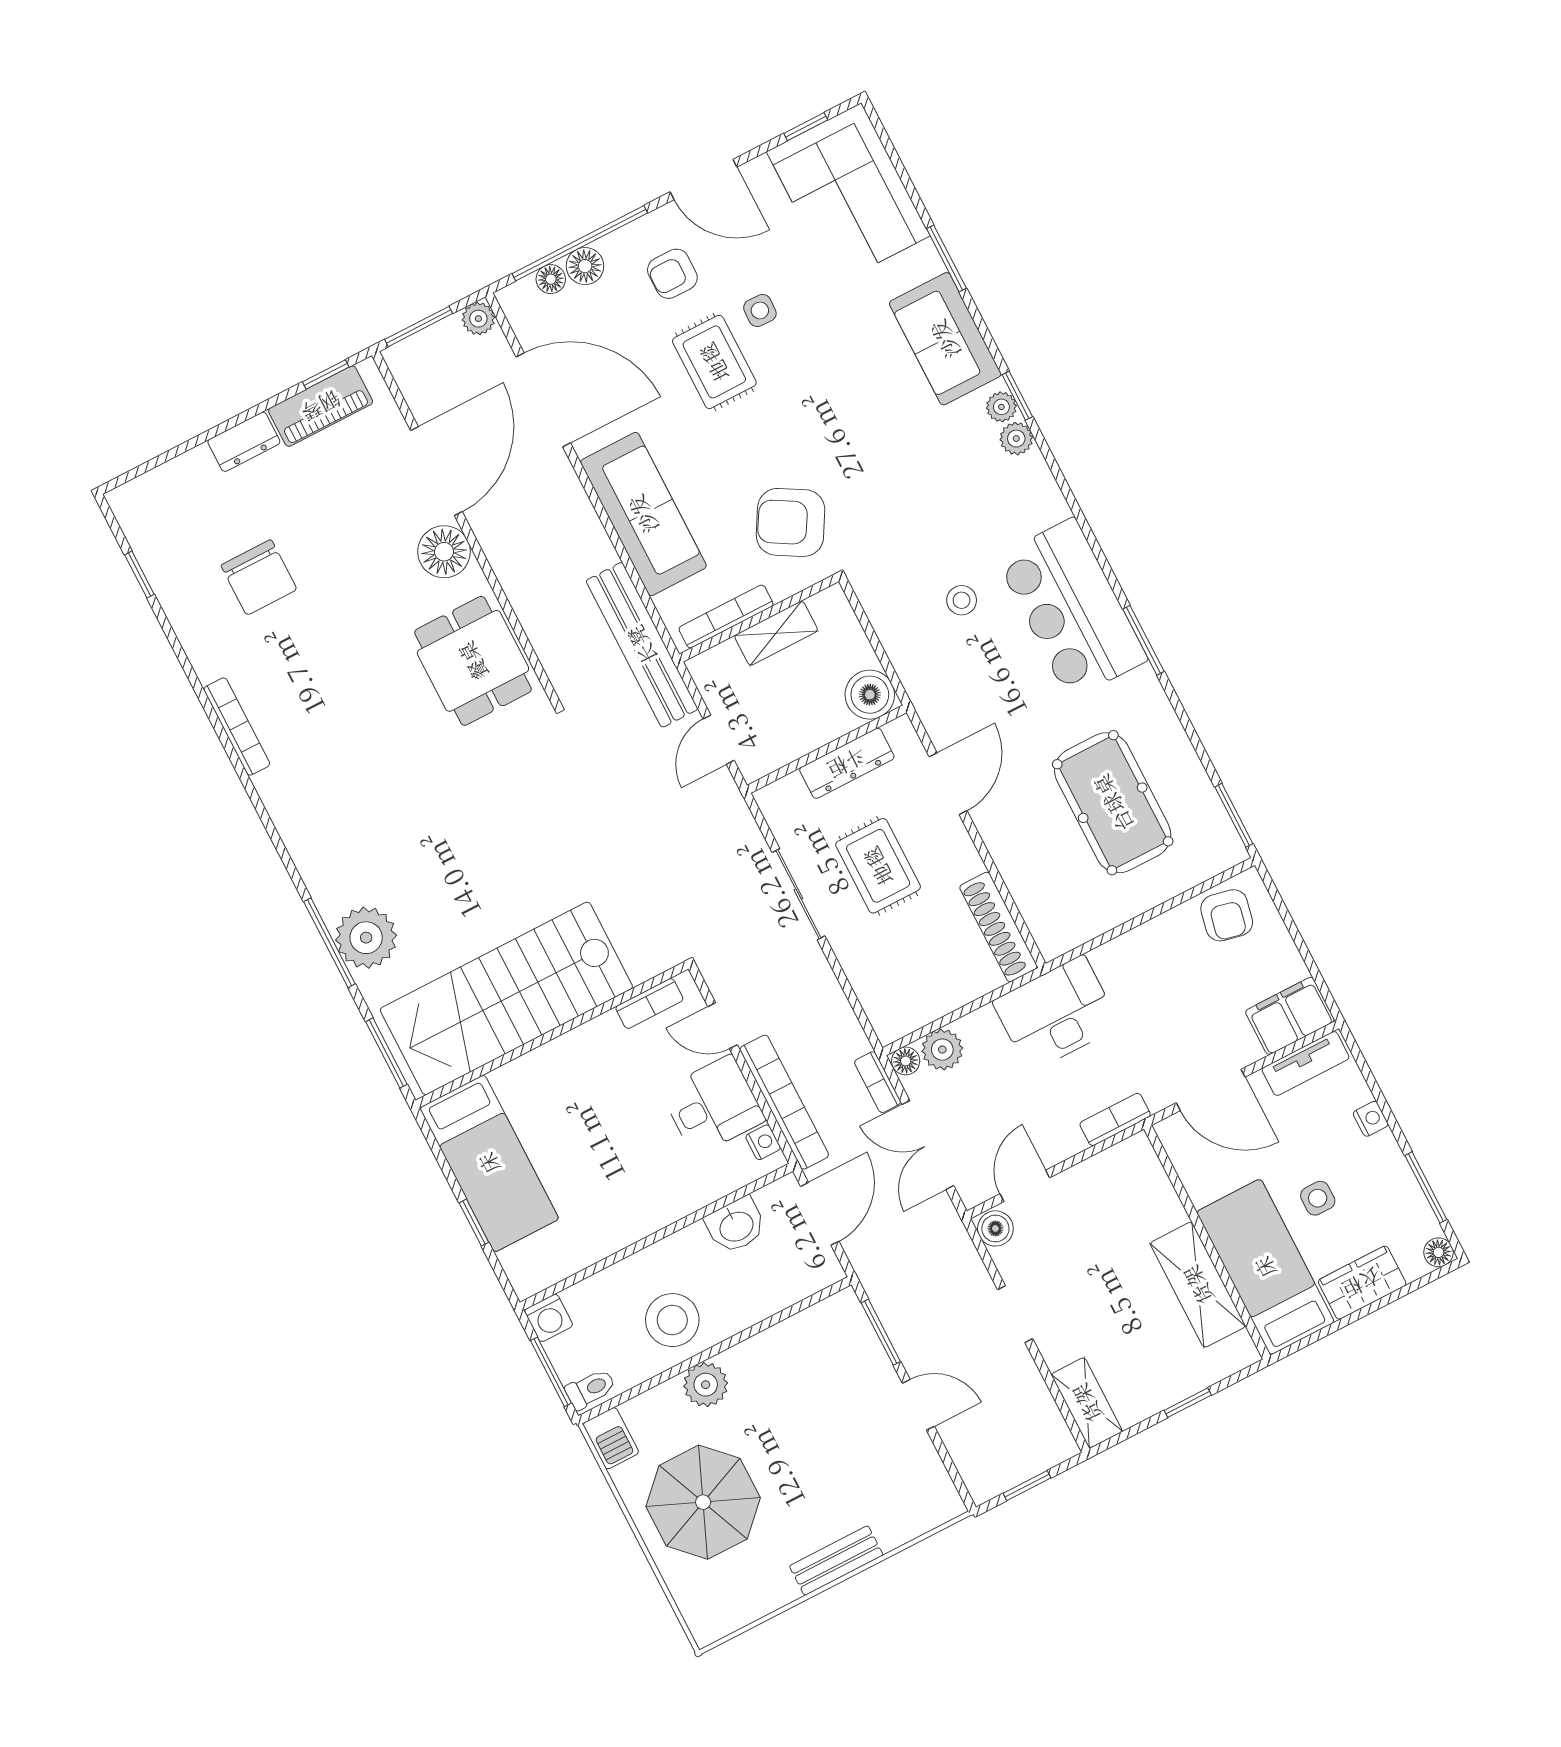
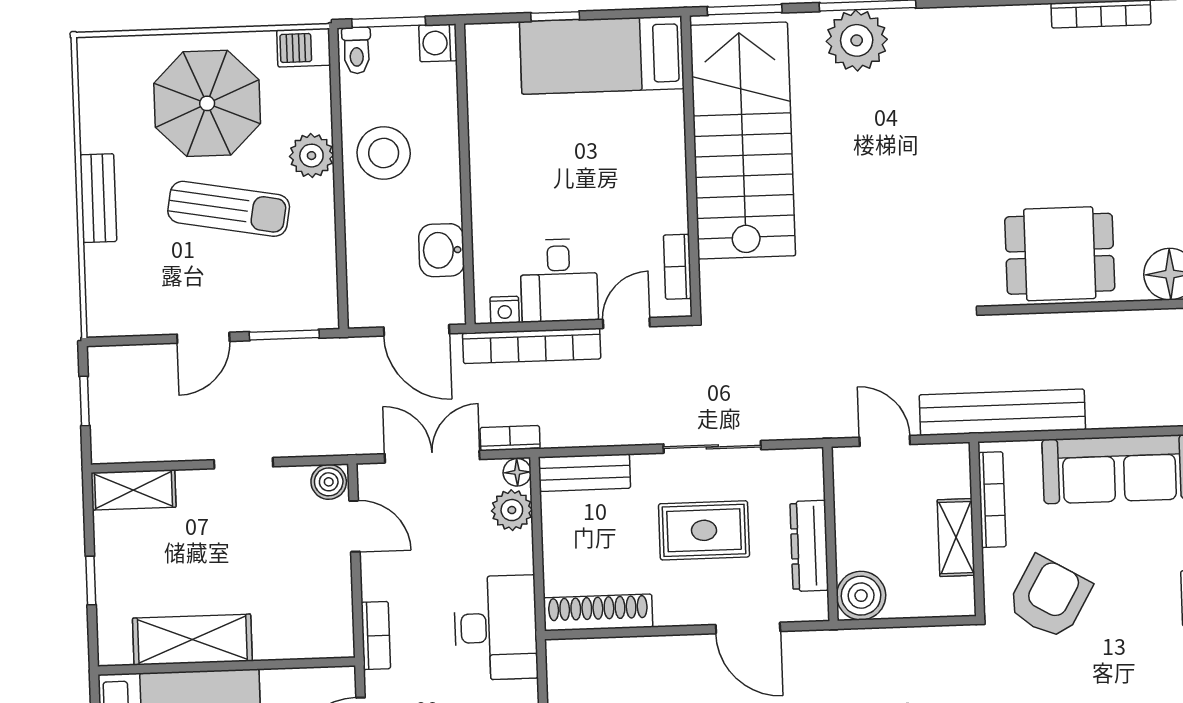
bench: (877, 1000) -> (584, 473), added
sun lounger: (790, 1437) -> (229, 209), added

